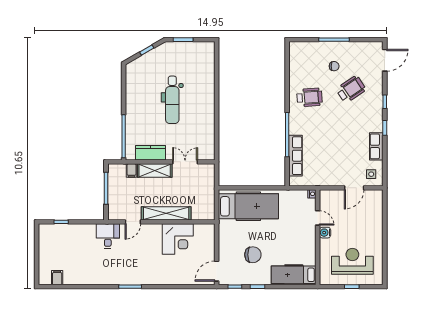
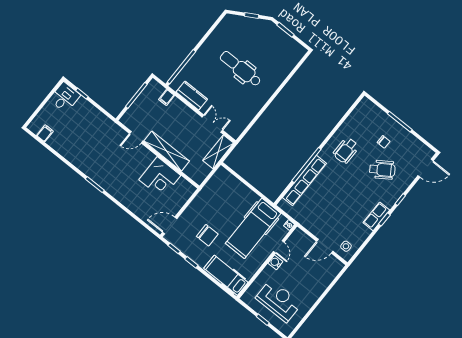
wheelchair: (309, 97) -> (346, 150), turned 94
dental chair: (172, 100) -> (241, 69), turned 90
row of seats: (376, 146) -> (376, 216), moved
row of seats: (296, 156) -> (304, 180), width x1.36
shelving: (155, 171) -> (218, 152), moved, turned 90
hospital bed: (248, 206) -> (253, 228), moved, turned 90
desk: (108, 236) -> (65, 97), moved

